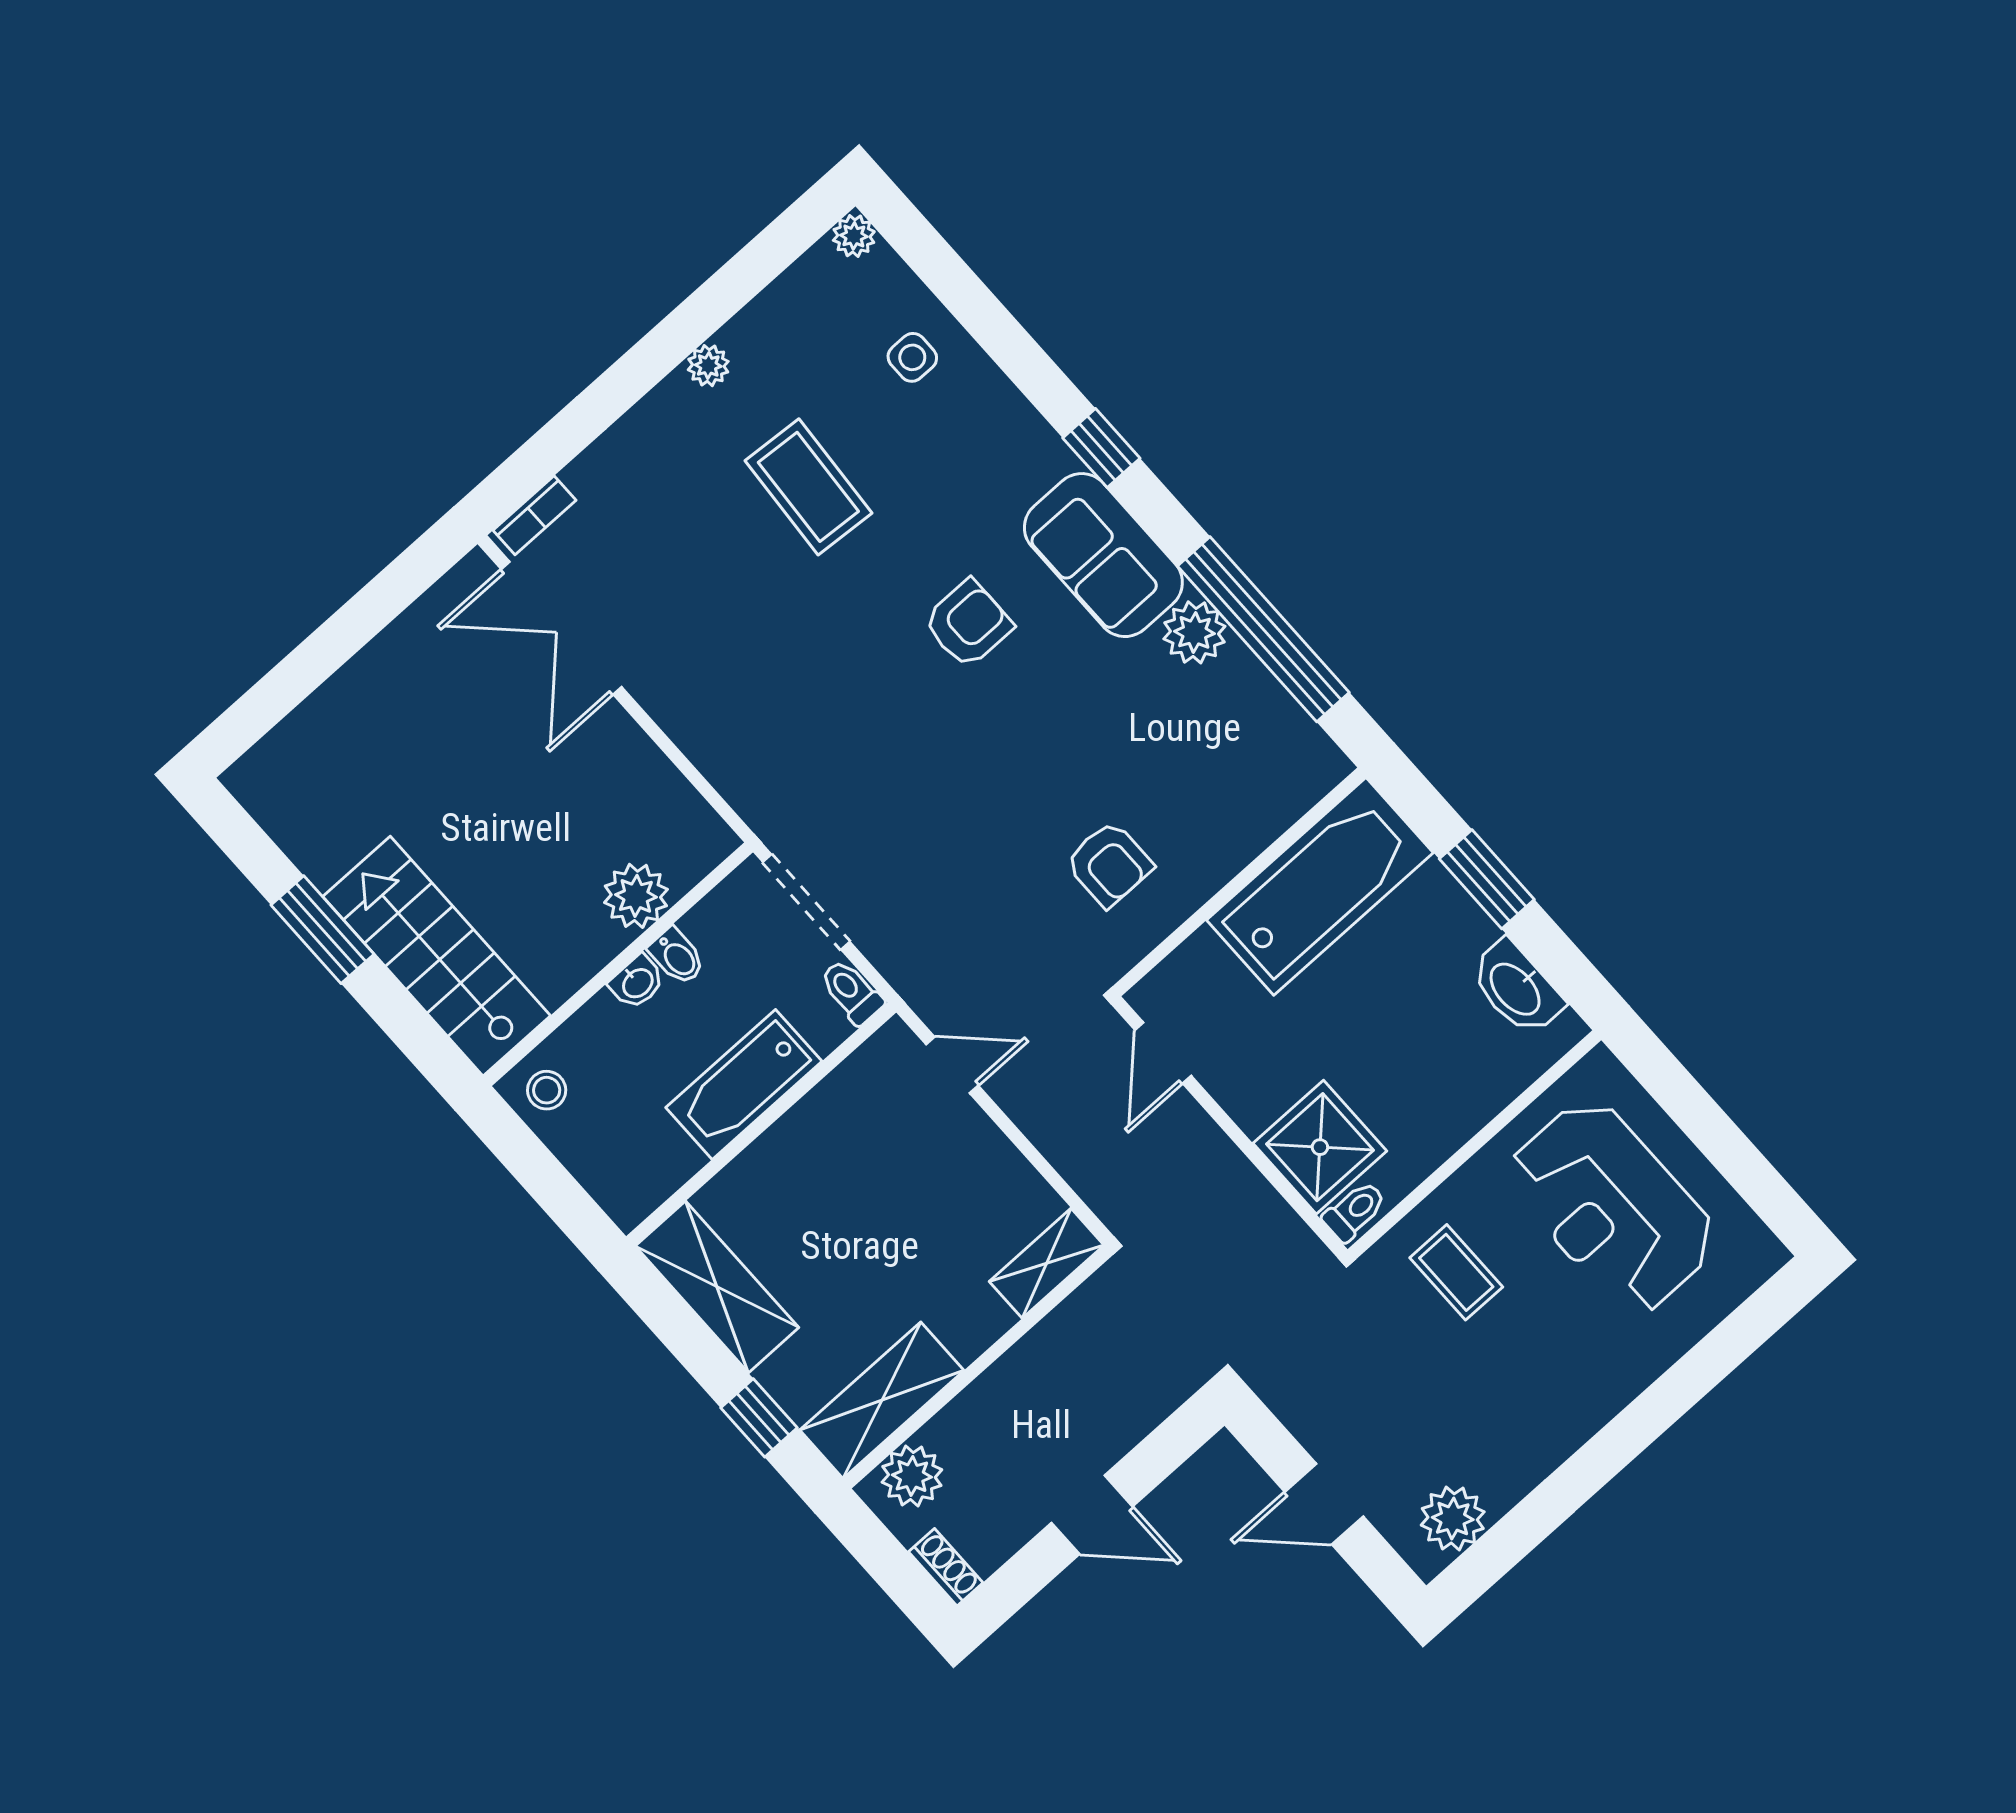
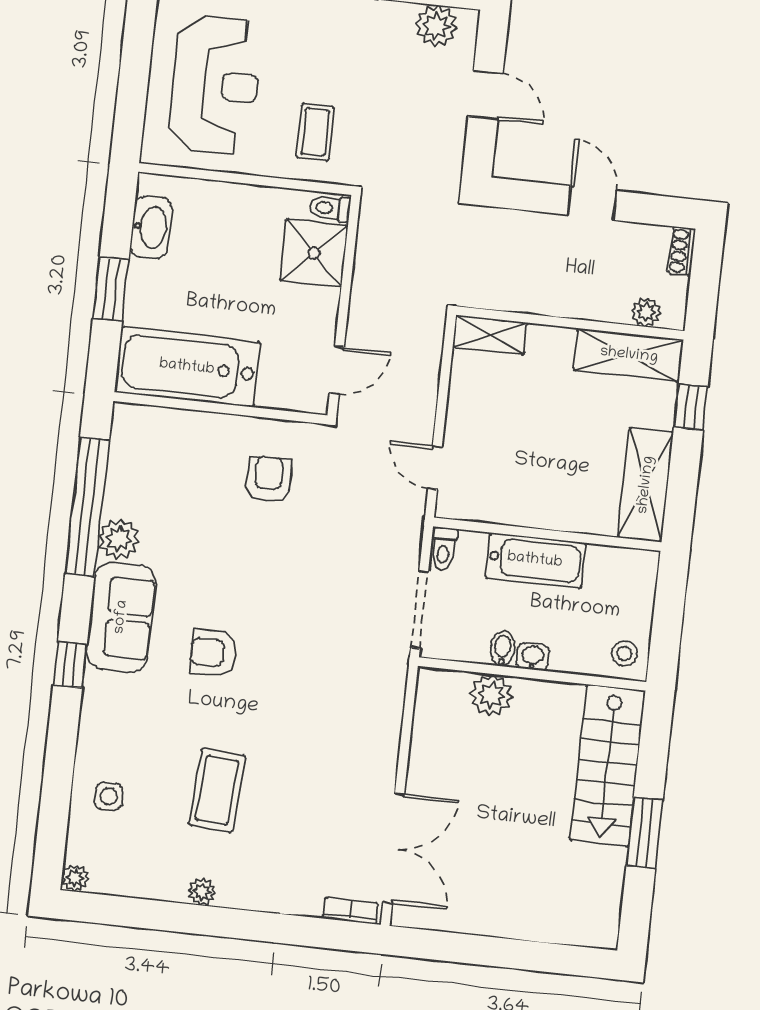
plant: (912, 1476) -> (646, 312), width x0.73, depth x0.73

